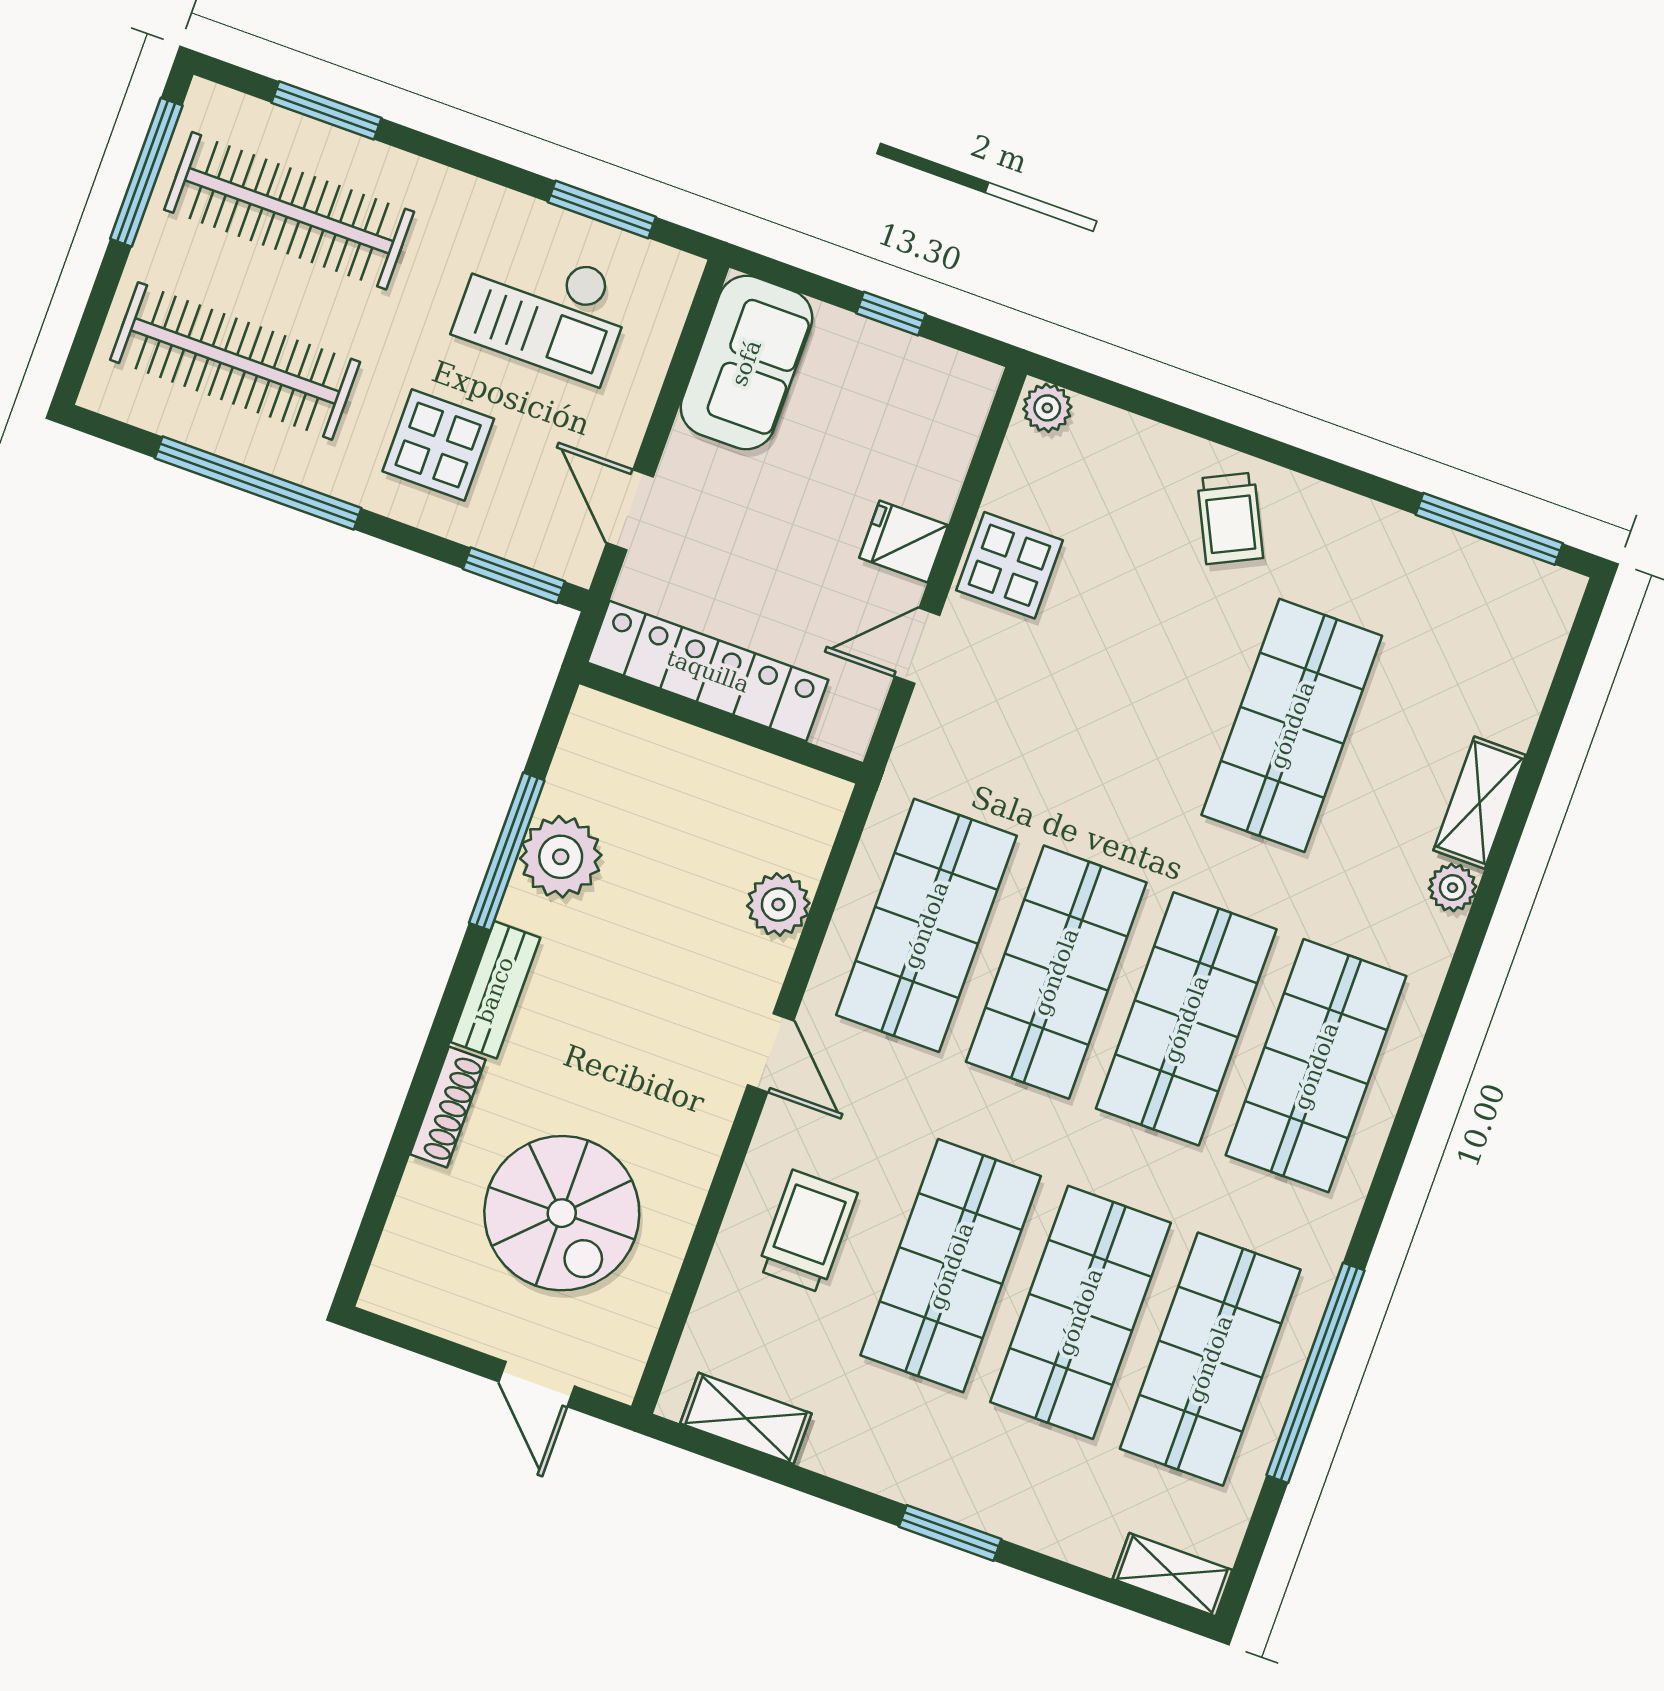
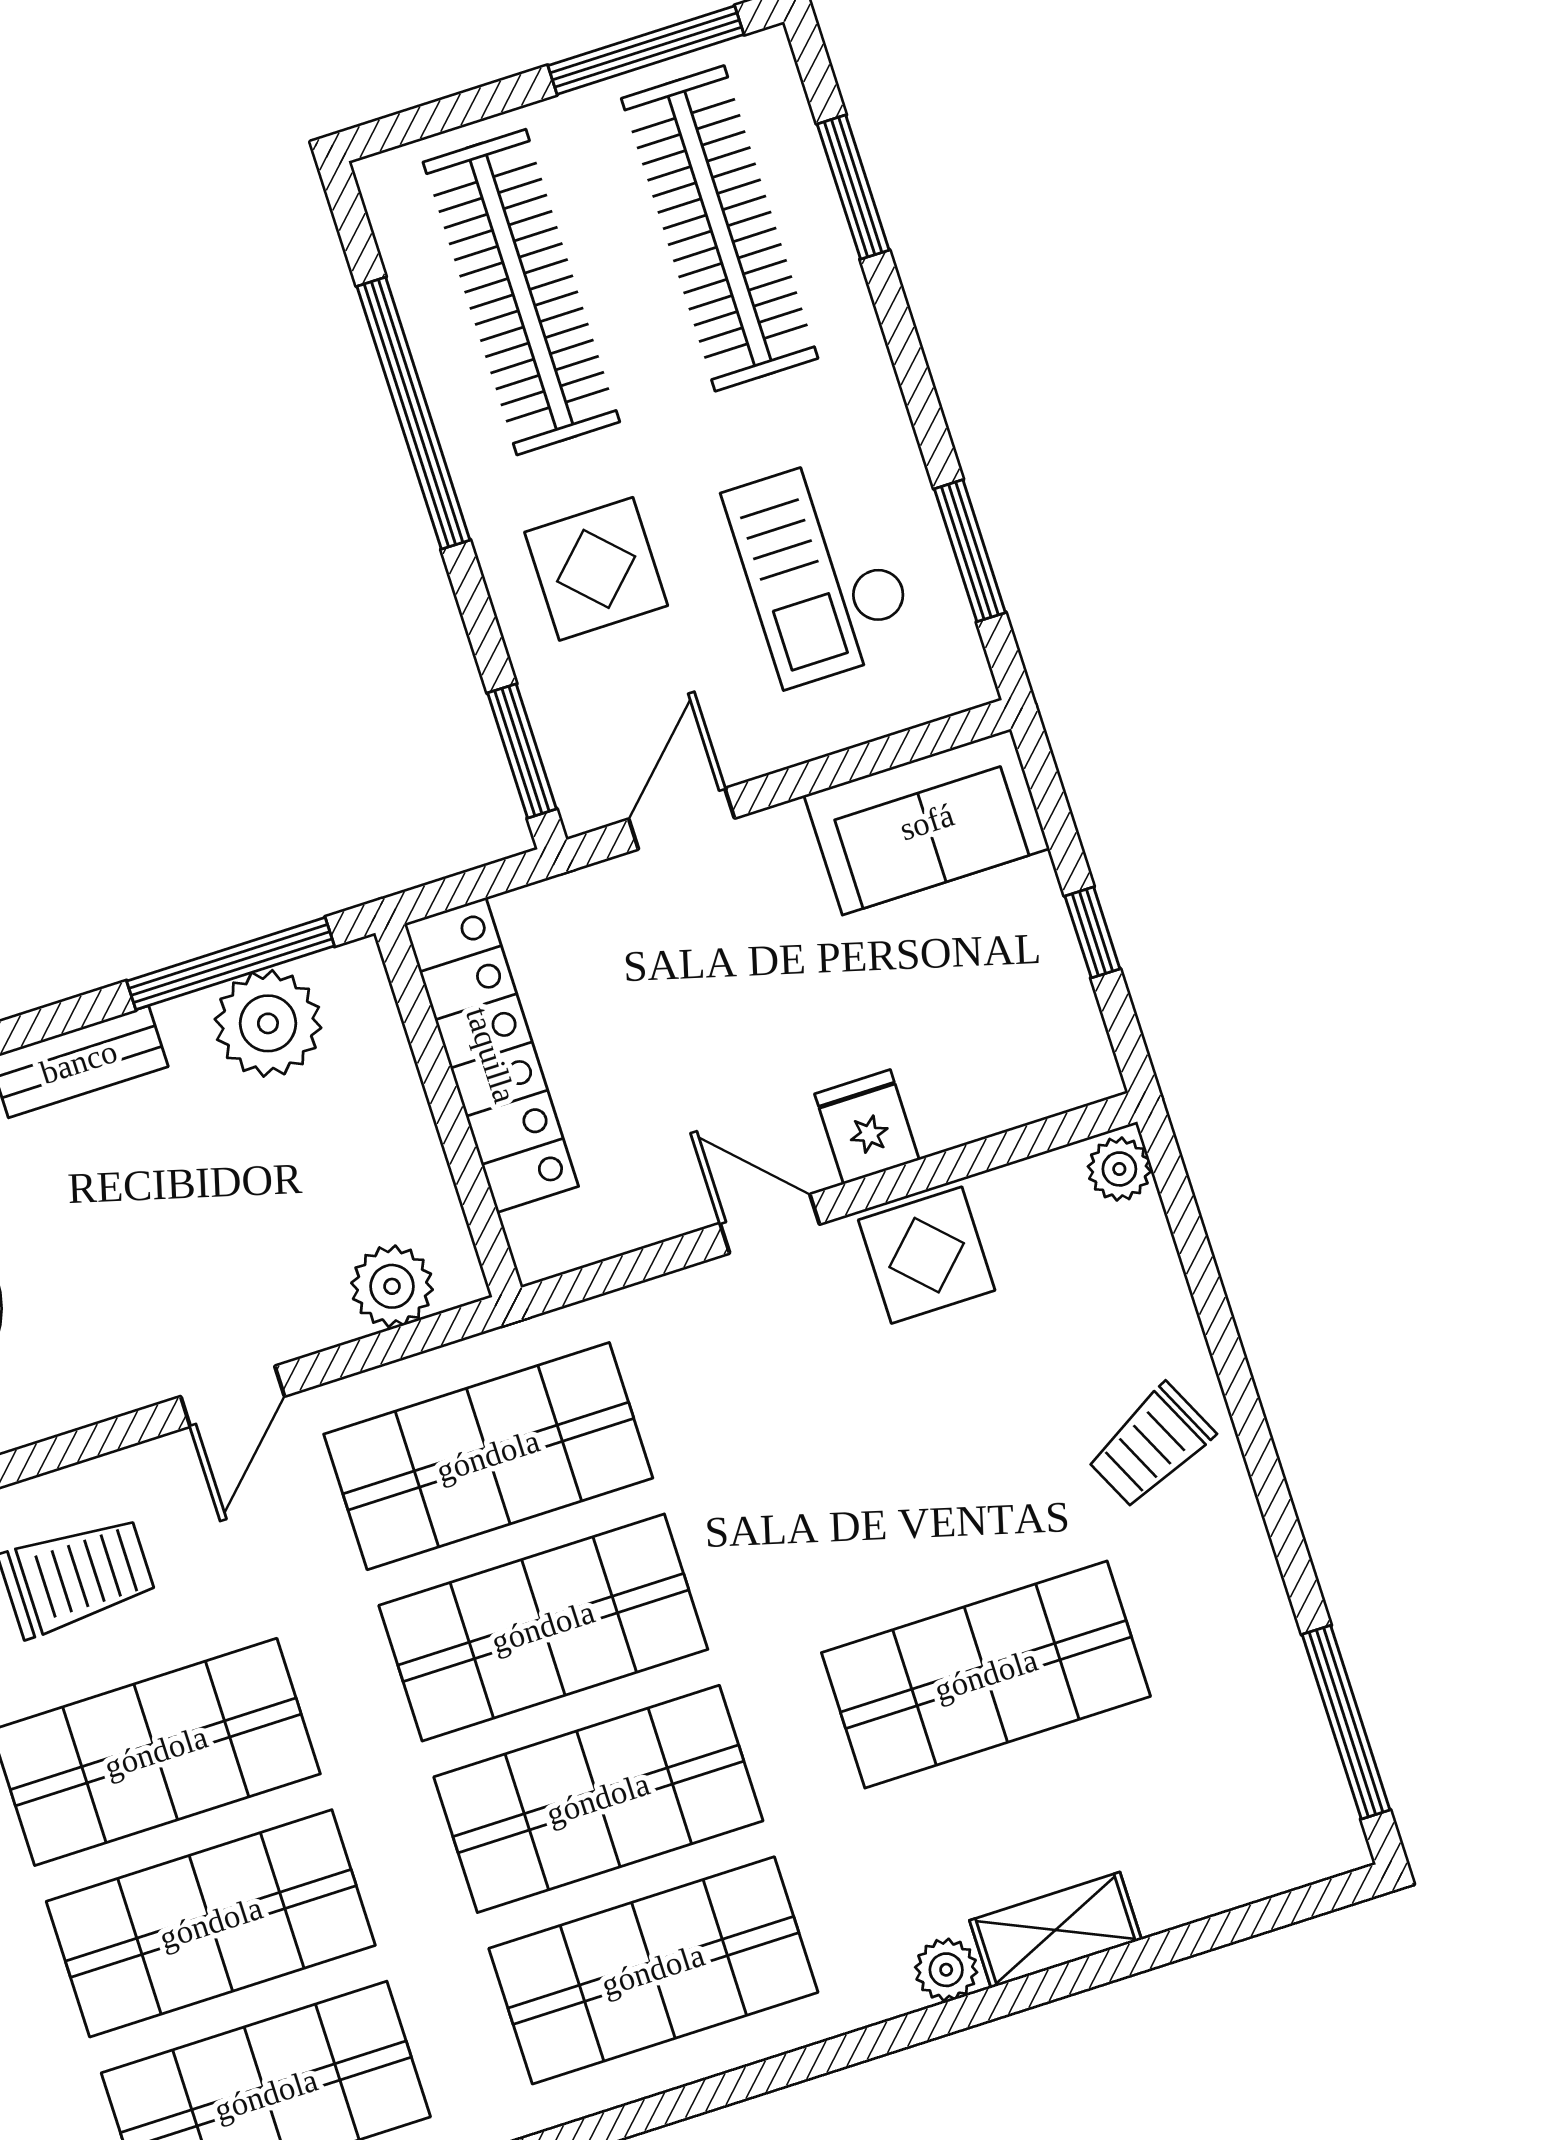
locker: (708, 671) -> (491, 1055), moved
wall: (721, 723) -> (448, 1110), moved

